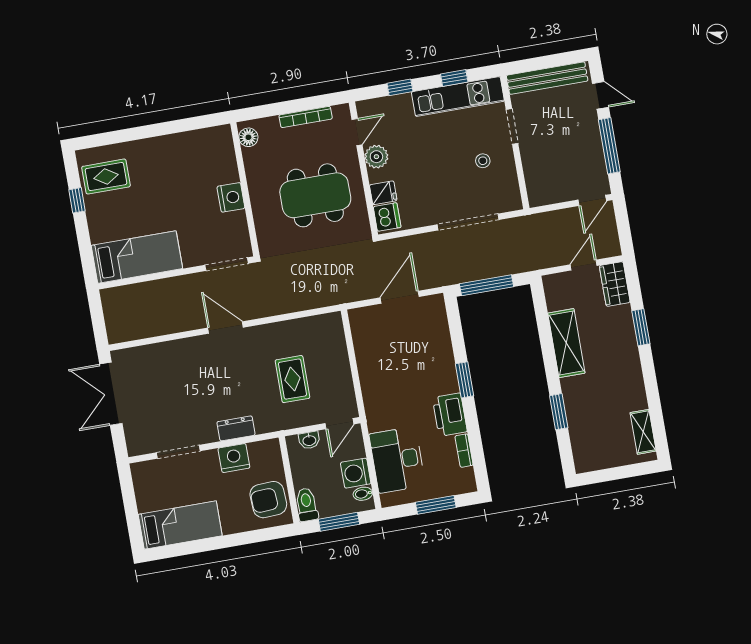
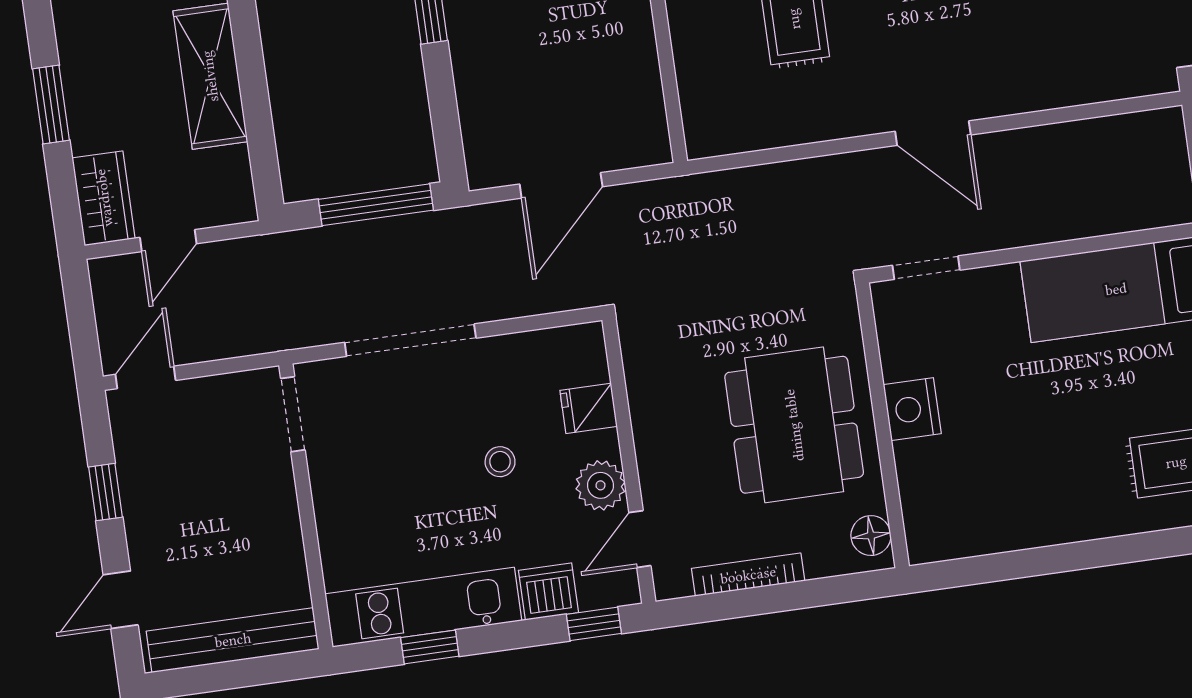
window: (400, 87) -> (594, 624), moved
door: (600, 95) -> (121, 600), hinge flipped
doorway: (512, 126) -> (293, 414), moved
window: (609, 146) -> (106, 492), width x0.46
stool: (483, 161) -> (500, 462), moved
dining table: (315, 195) -> (794, 425), moved, turned 90
dishwasher: (387, 217) -> (549, 591), moved, turned 90
doorway: (227, 264) -> (926, 268), width x0.73

